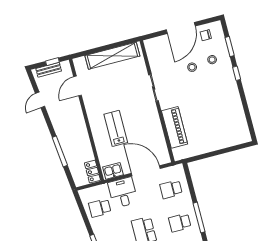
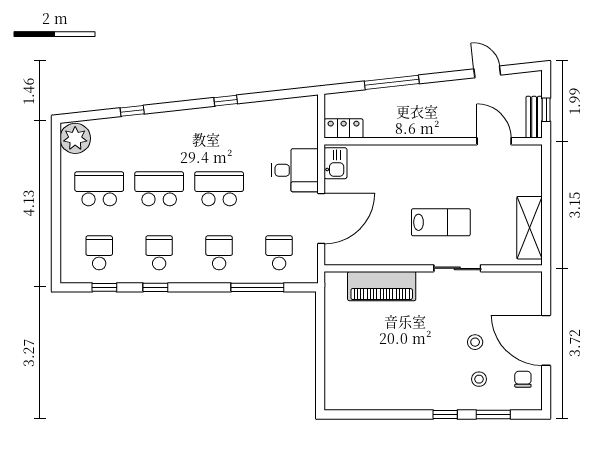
shelving: (112, 56) -> (529, 228), width x0.68
bench: (49, 70) -> (534, 117), moved
lab bench: (116, 128) -> (441, 222), moved
school desk: (100, 208) -> (279, 125), removed
window: (199, 217) -> (257, 287), moved

